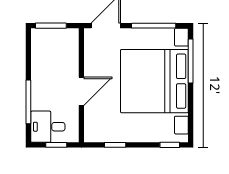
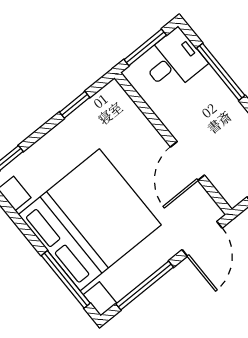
door: (81, 91) -> (187, 161), moved
window: (56, 145) -> (145, 47), width x1.50

